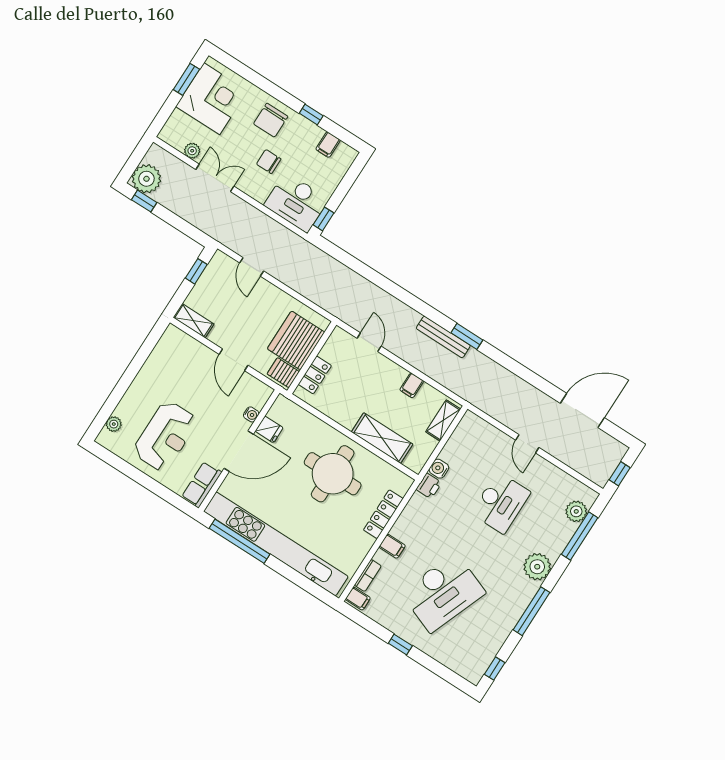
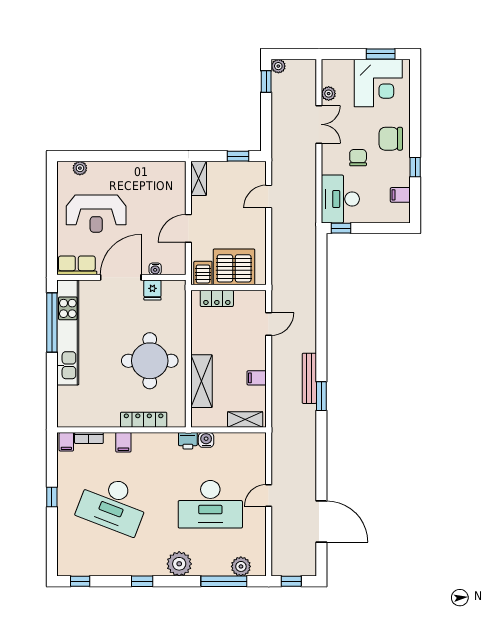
plant: (146, 179) -> (278, 66), width x0.53, depth x0.53
door: (239, 451) -> (121, 277), swing flipped
desk: (501, 503) -> (210, 504), width x1.36, depth x1.30
kitchen unit: (276, 544) -> (68, 333), width x0.73
window: (531, 611) -> (142, 581), width x0.46

